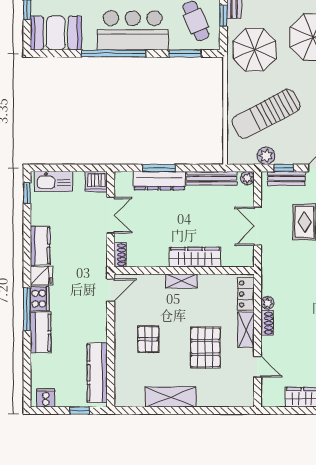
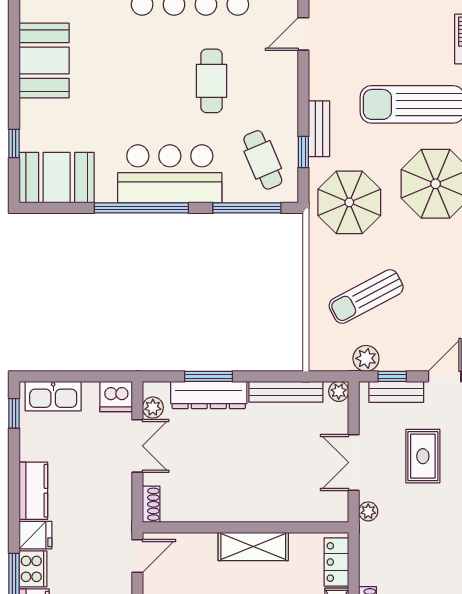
window: (185, 53) -> (247, 208), width x1.44
sun lounger: (266, 114) -> (366, 296), width x0.73, depth x0.75
plant: (121, 189) -> (153, 408), added
wardrobe: (195, 257) -> (261, 508), removed
shelving: (181, 281) -> (253, 546), width x1.50, depth x1.33
plant: (267, 303) -> (368, 511), moved

